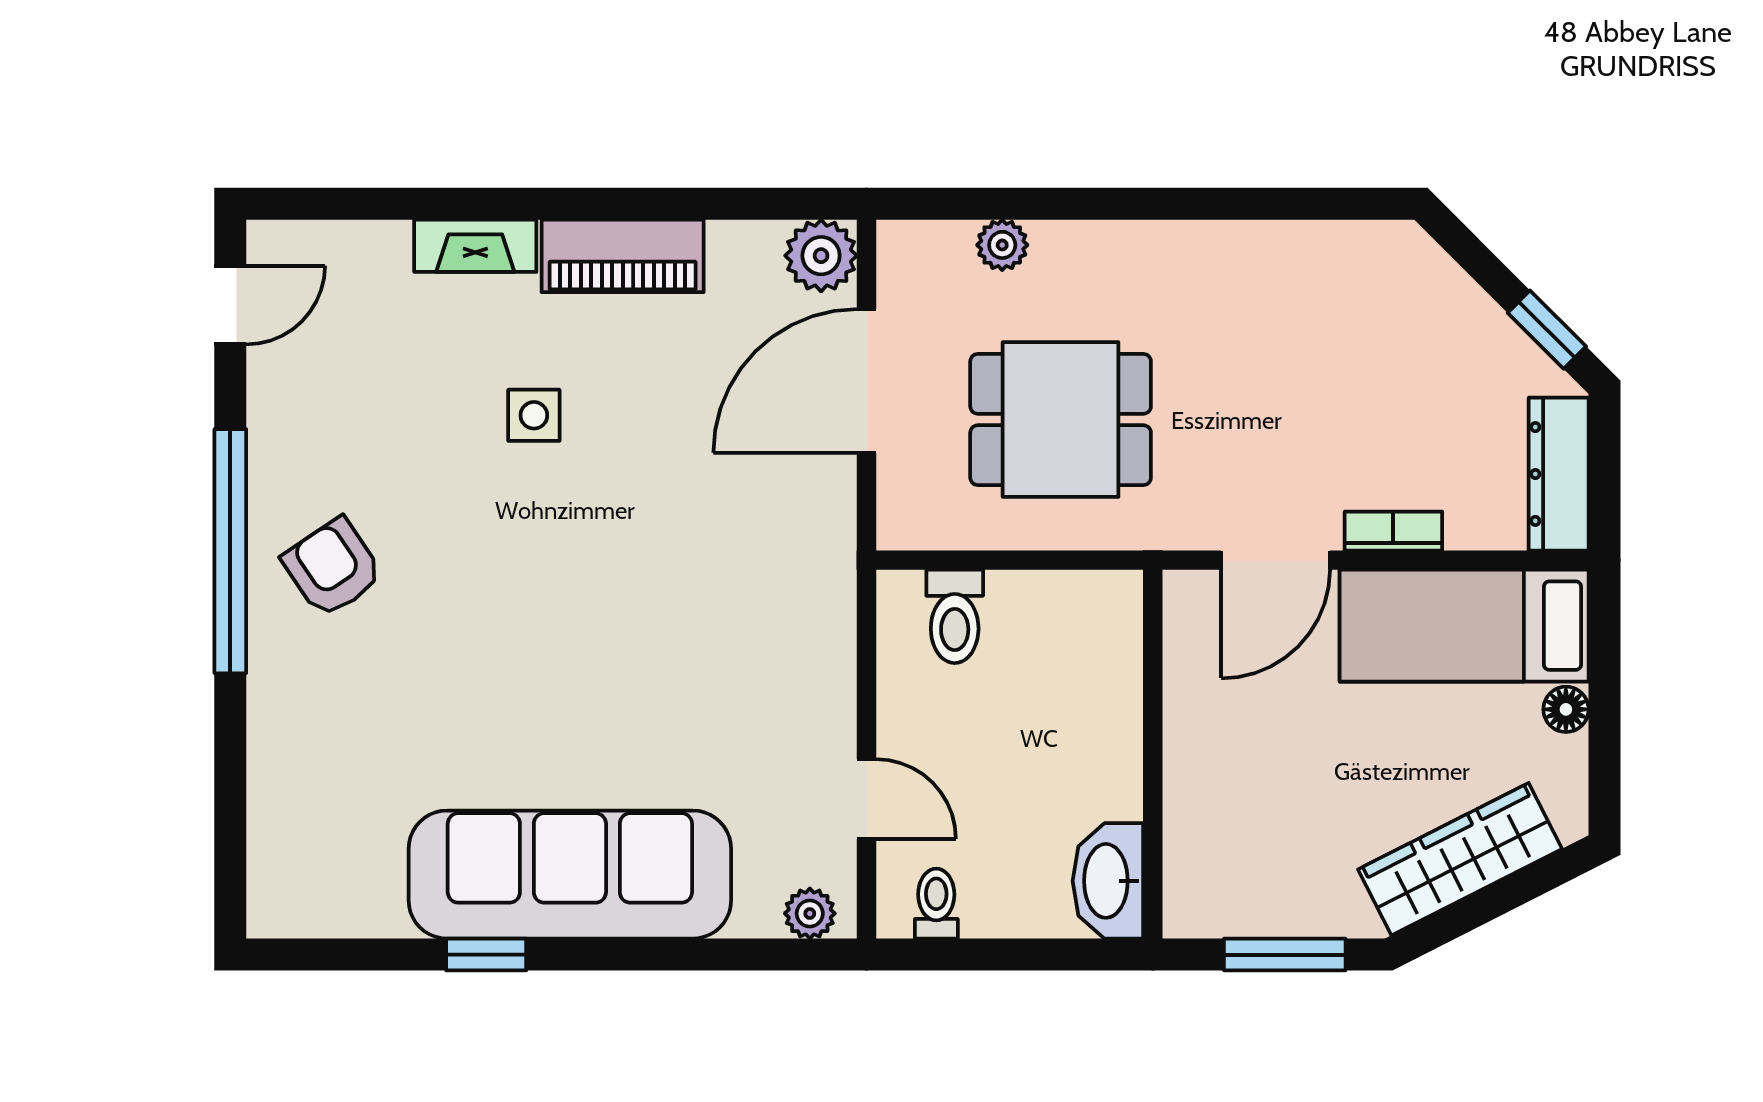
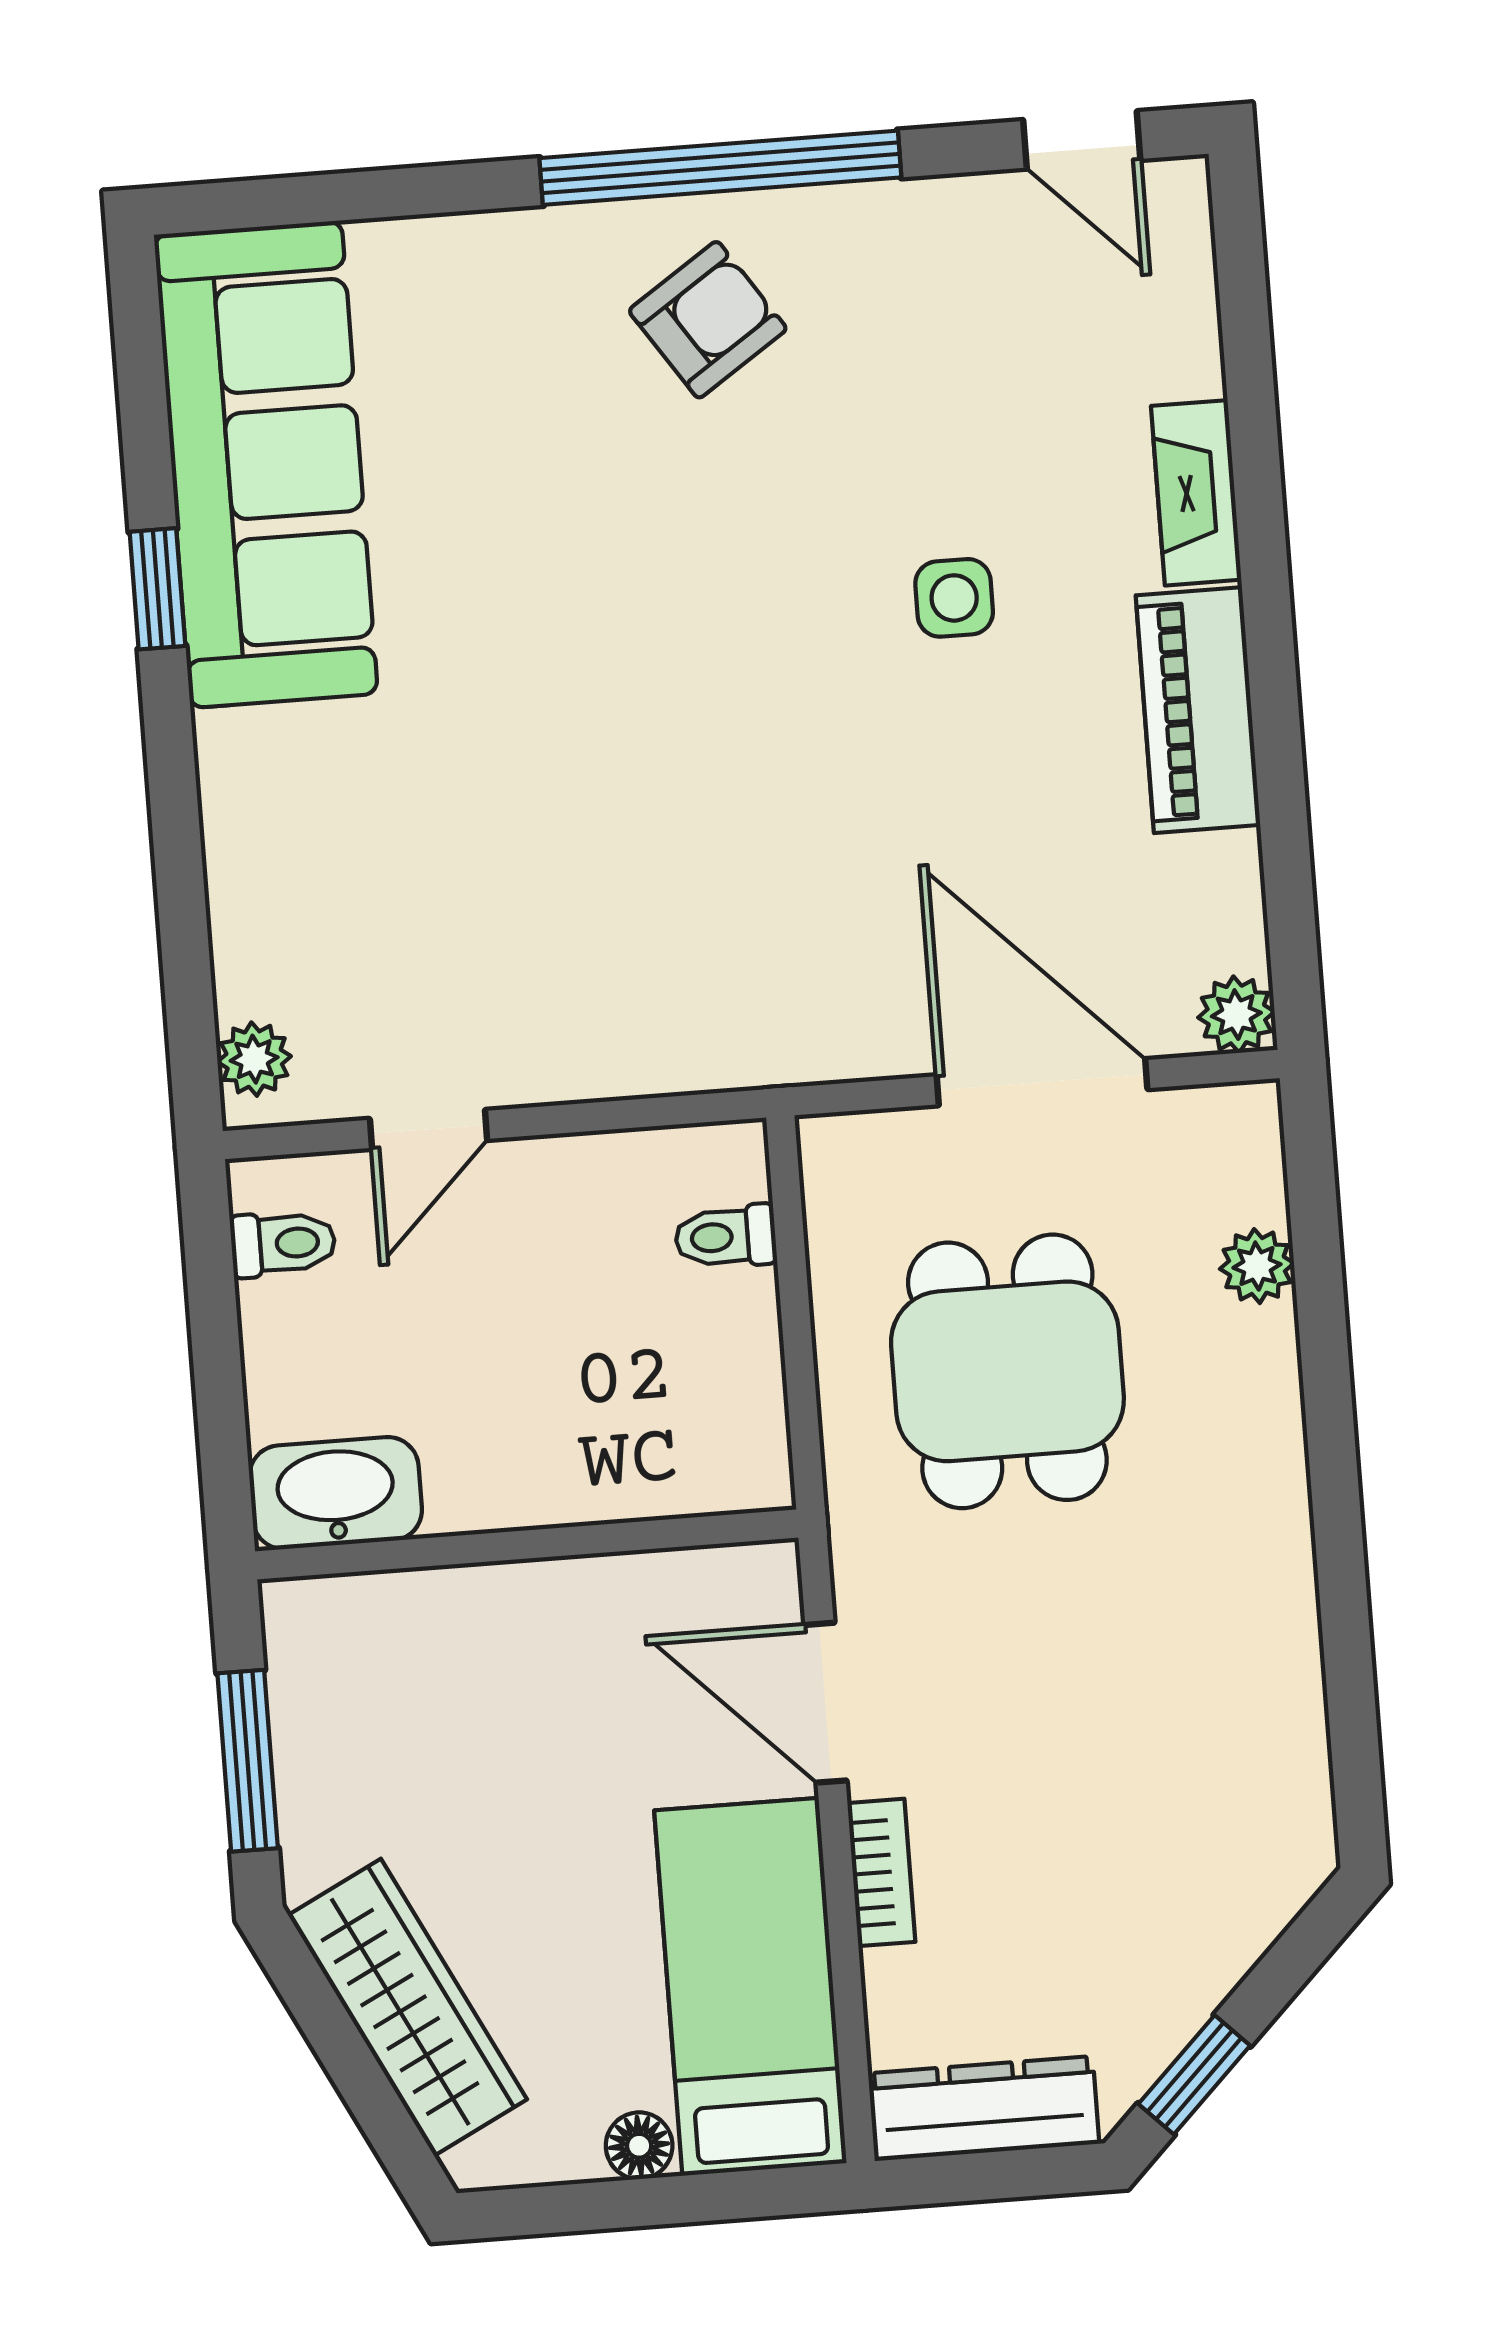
plant: (821, 256) -> (1236, 1015), width x0.73, depth x0.73
toilet: (955, 616) -> (726, 1237), width x0.73, depth x0.72
sofa: (570, 875) -> (266, 464), moved

